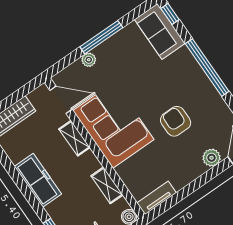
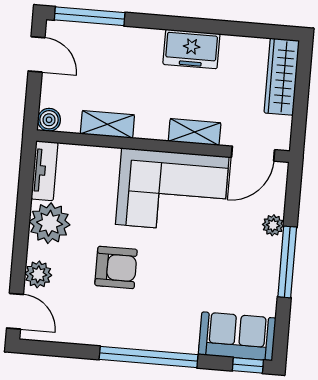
plant: (181, 173) -> (50, 223), added
freezer: (38, 180) -> (191, 49), width x0.71

